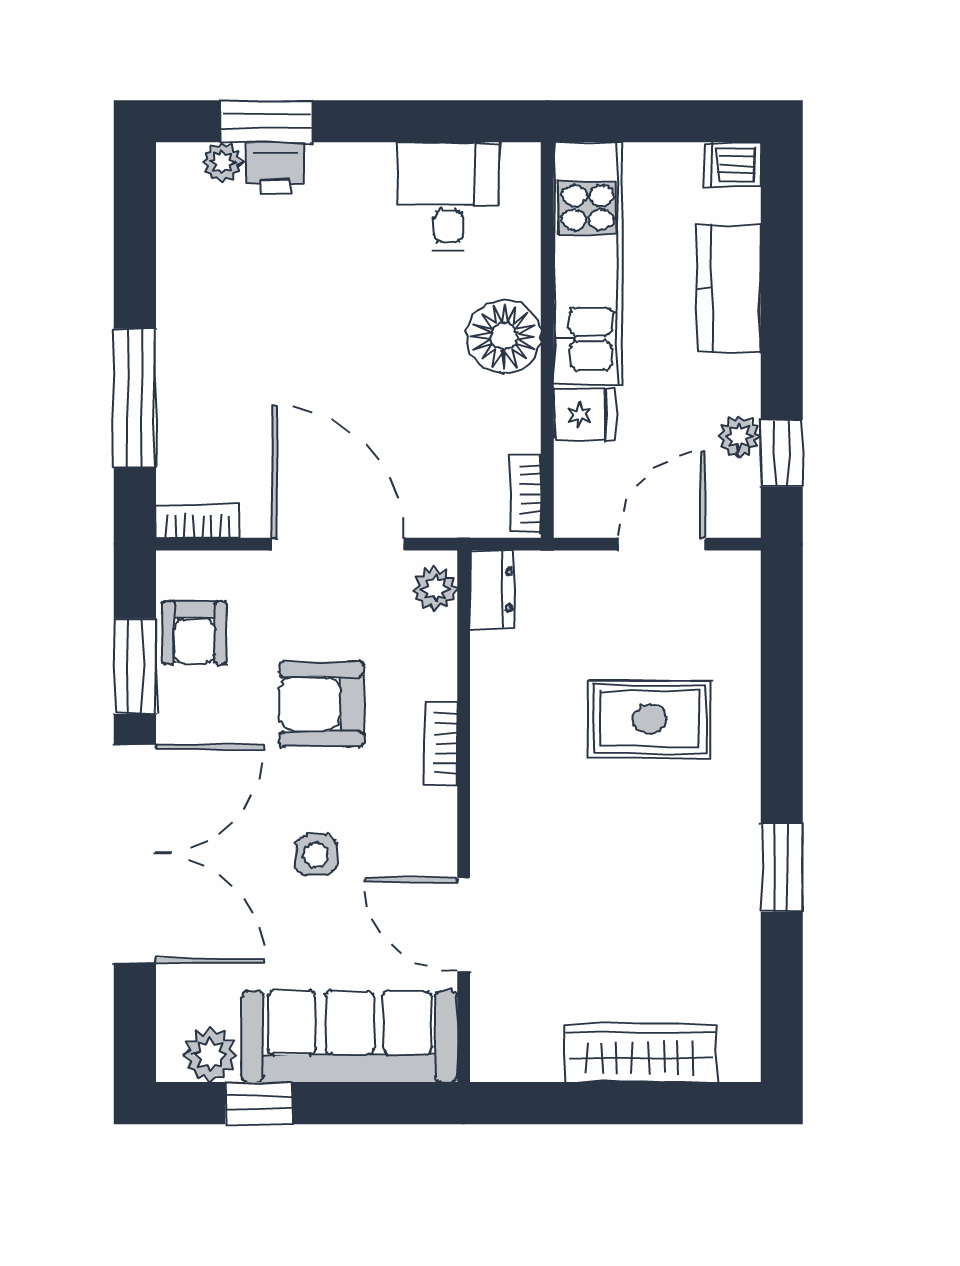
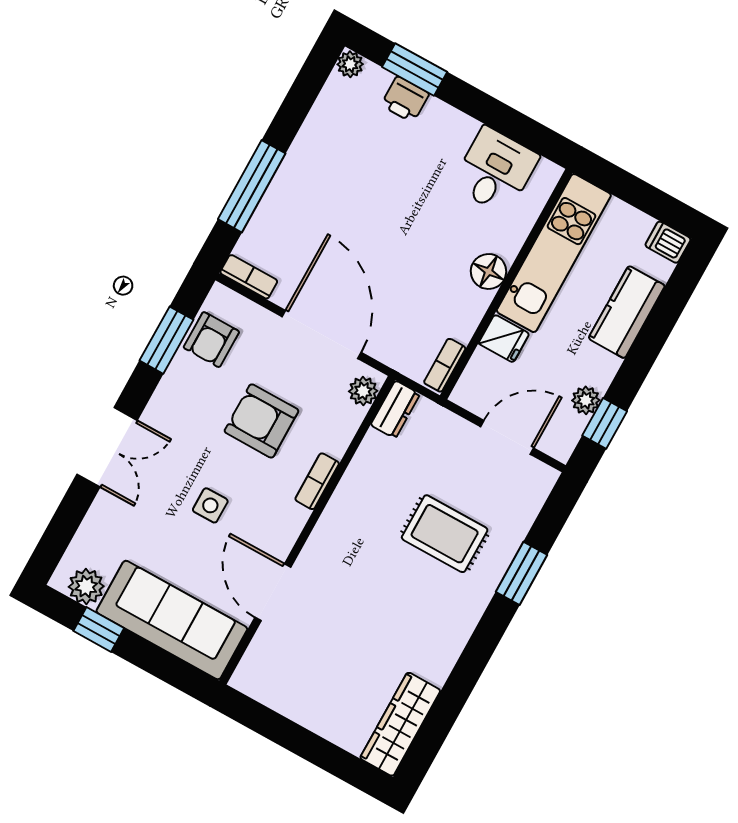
plant: (222, 162) -> (350, 64), moved
floor lamp: (504, 336) -> (488, 271), width x0.73, depth x0.73
double door: (135, 854) -> (107, 447), width x0.54
window: (782, 868) -> (522, 573), moved
wardrobe: (640, 1053) -> (400, 724), moved, turned -90

